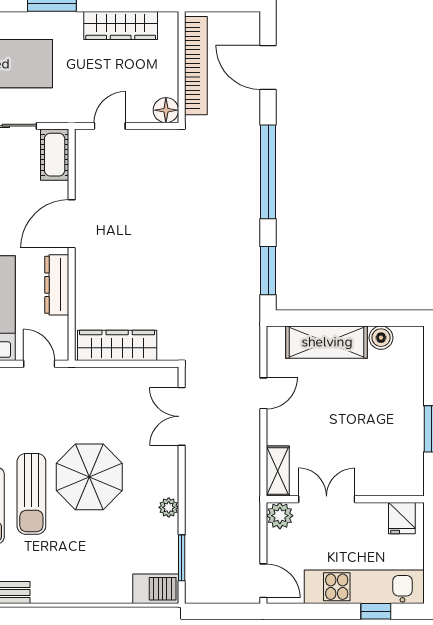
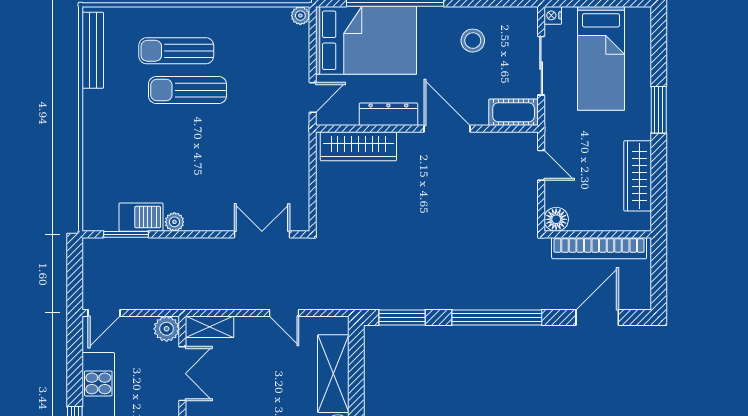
wardrobe: (117, 345) -> (358, 146), moved, turned 90
parasol: (89, 477) -> (204, 146), removed
barbecue: (156, 589) -> (141, 217), moved, turned -90

